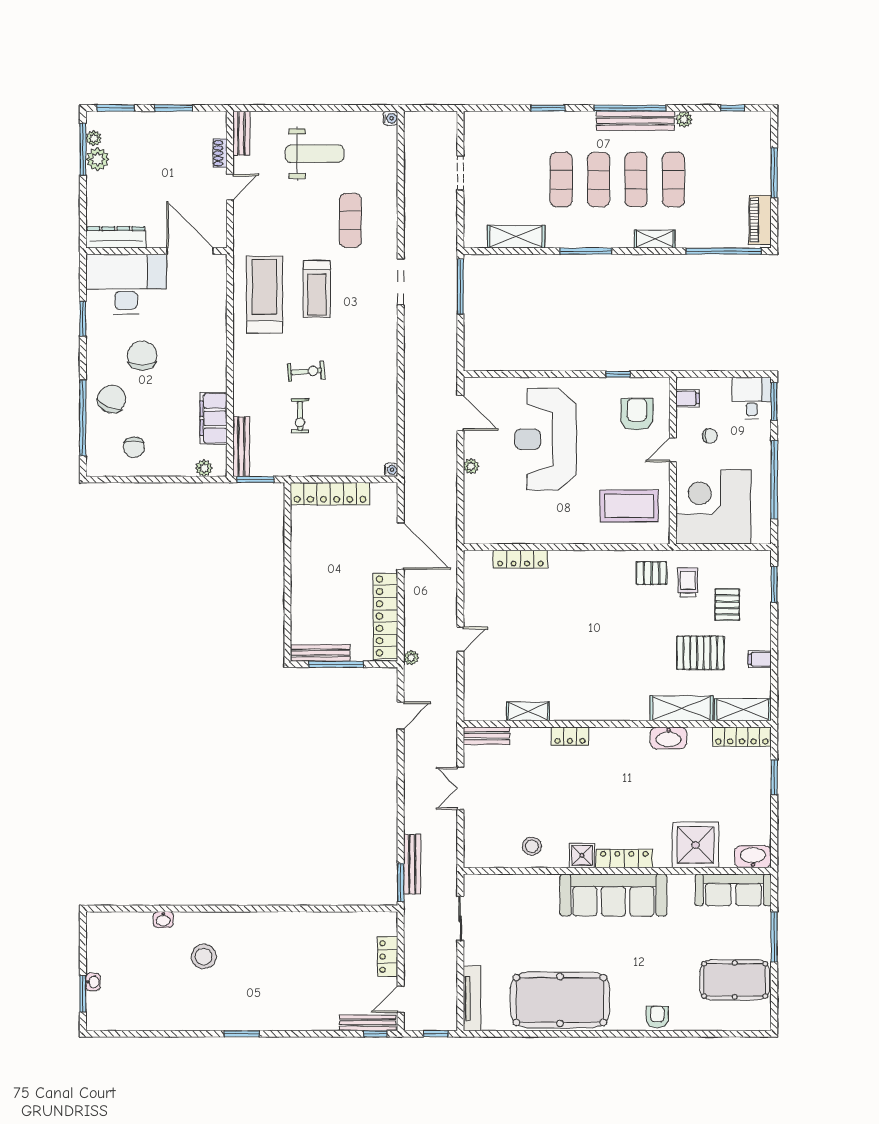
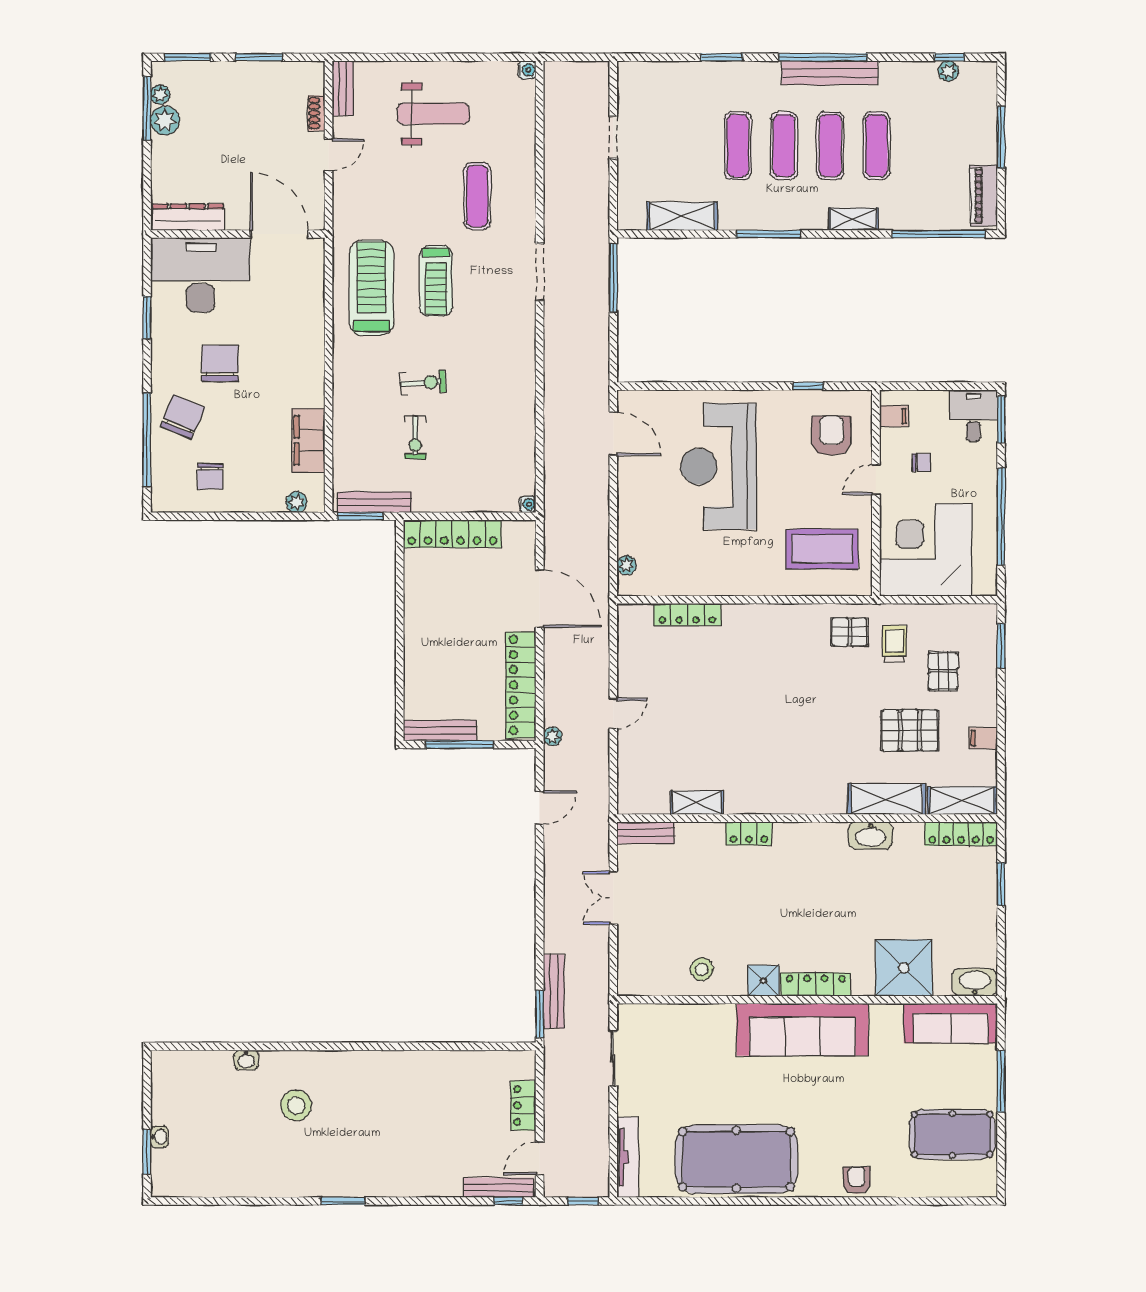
plant: (684, 119) -> (948, 71), moved
bench: (241, 447) -> (374, 502), moved, turned 90
plant: (471, 466) -> (627, 565), moved

